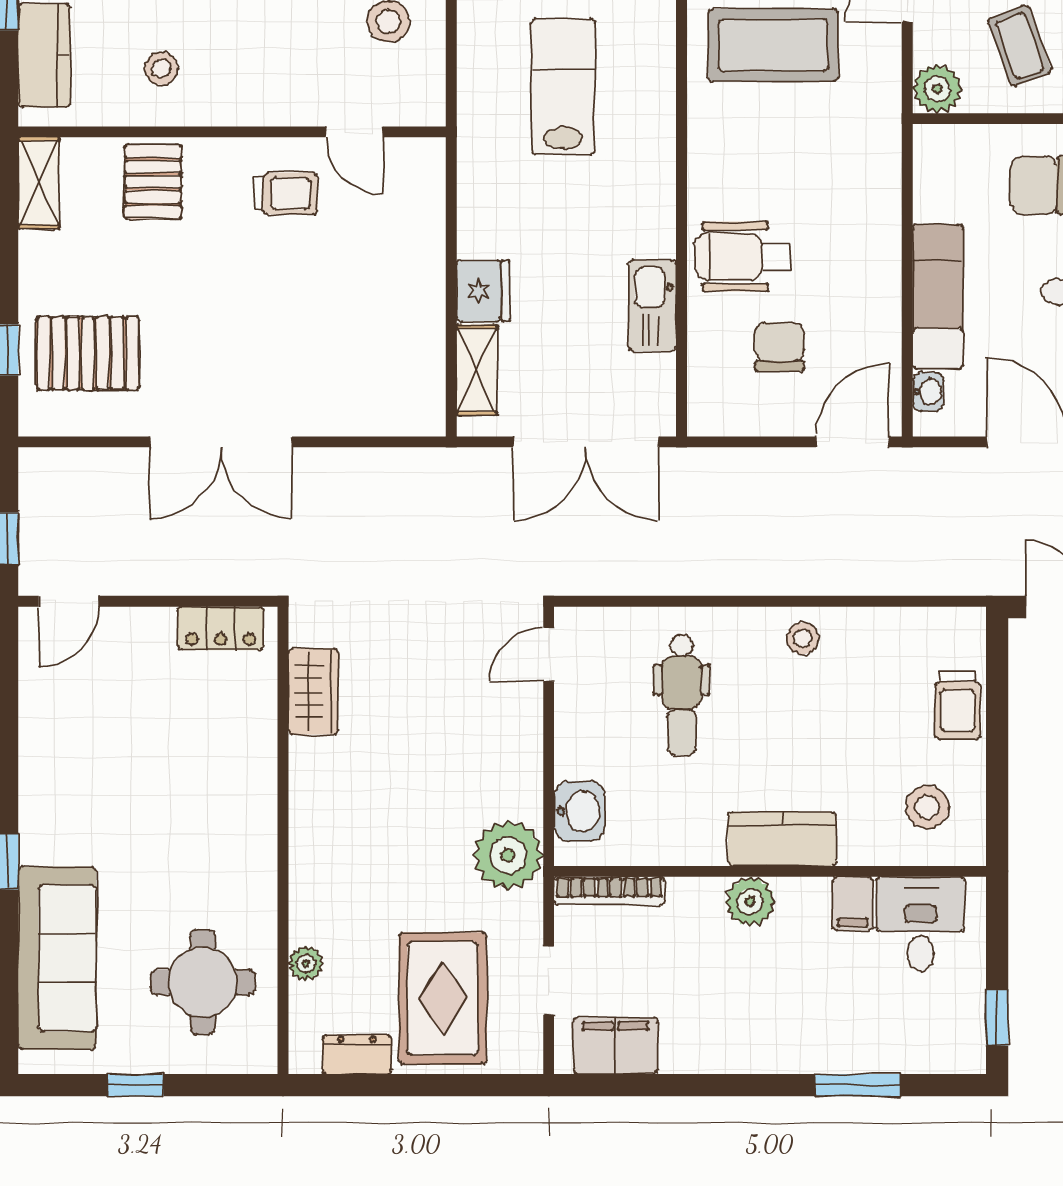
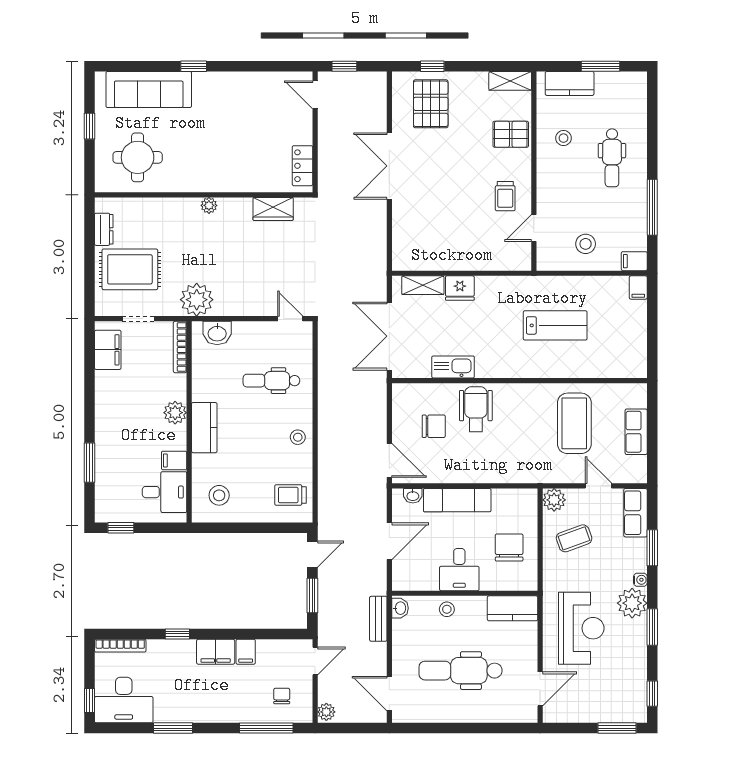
trolley: (957, 706) -> (290, 495), moved
plant: (306, 963) -> (209, 205), moved

